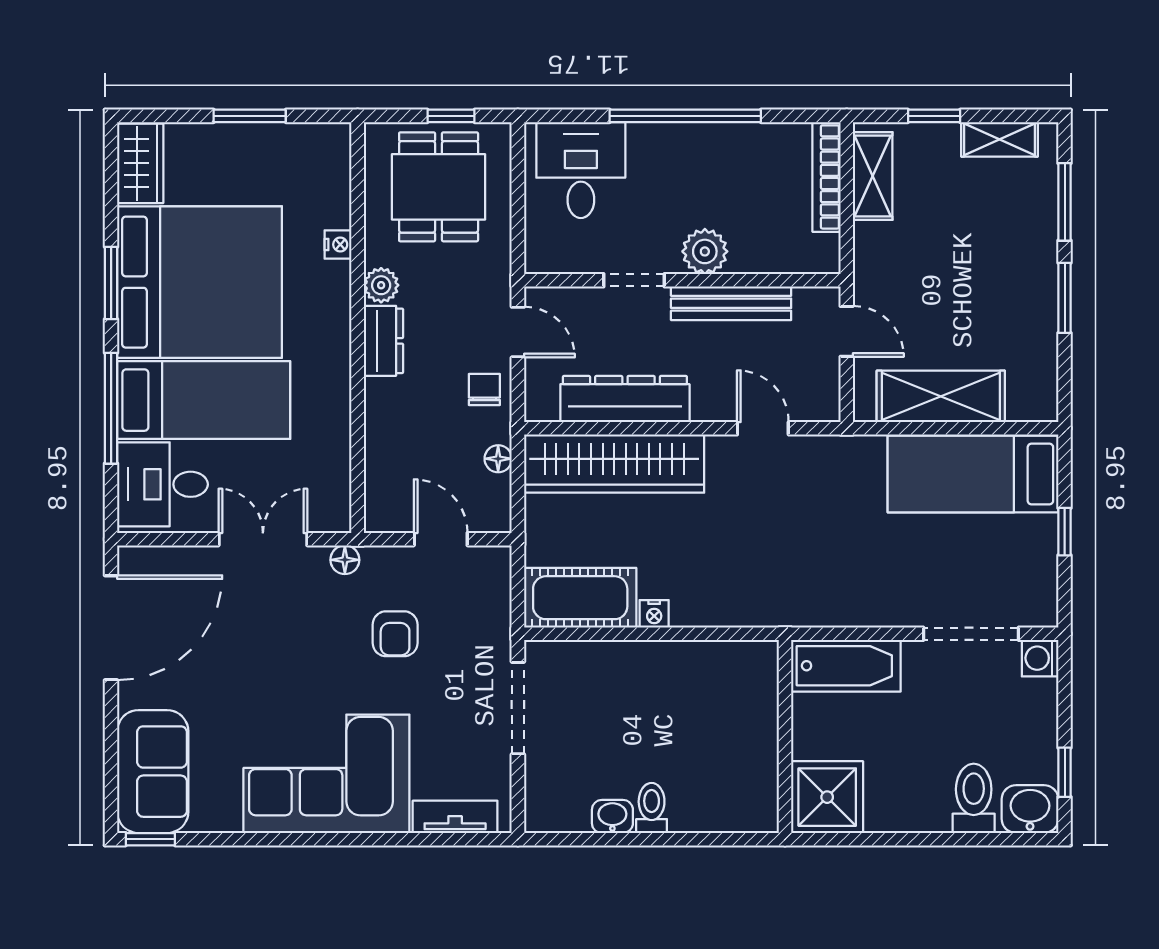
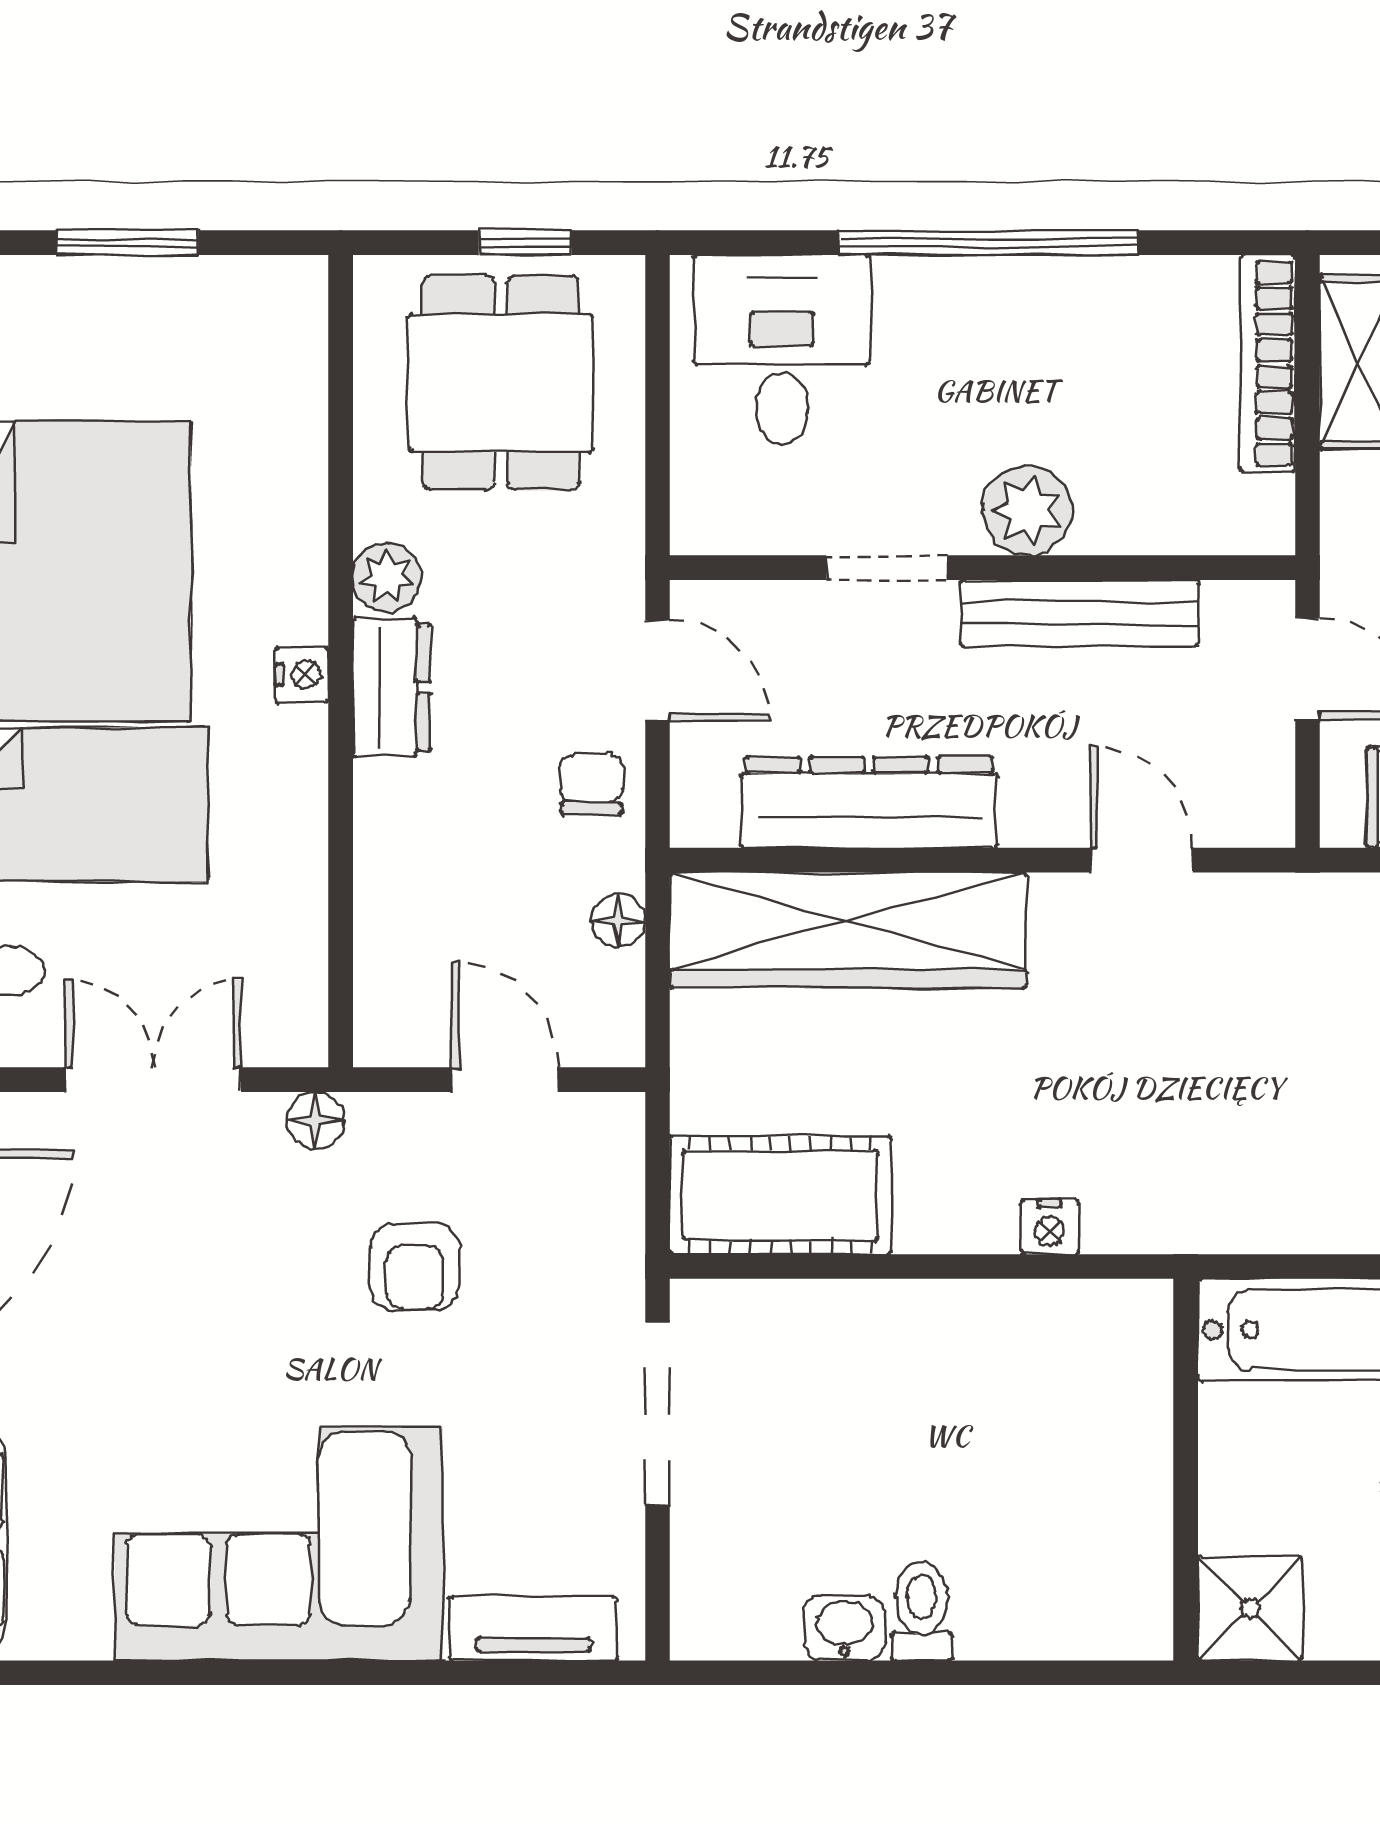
nightstand: (338, 244) -> (302, 675), moved
nightstand: (654, 614) -> (1050, 1227), moved
shower: (827, 797) -> (1250, 1608), width x0.73, depth x0.73

